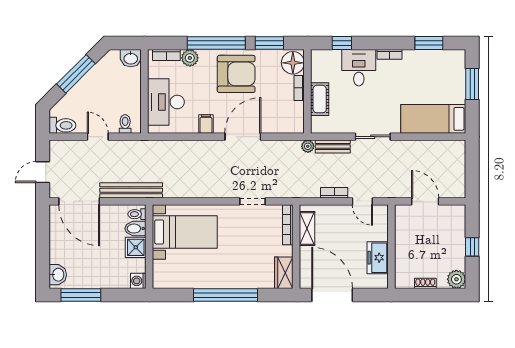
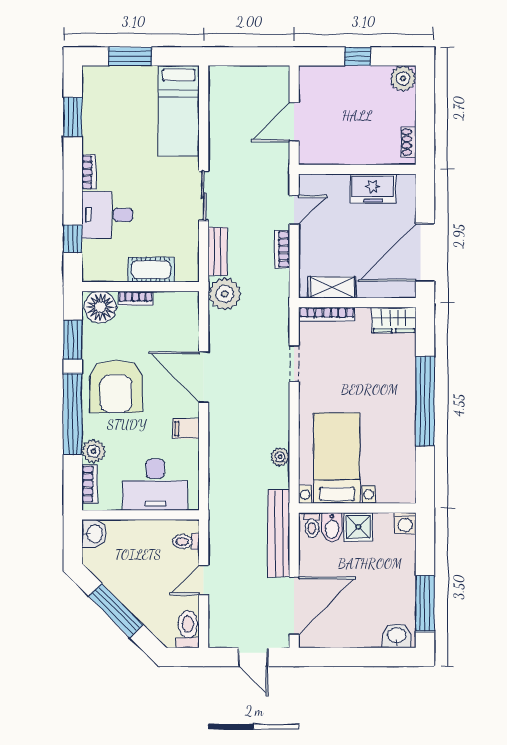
armchair: (236, 74) -> (116, 386), turned 180
plant: (308, 146) -> (225, 294), width x1.88, depth x1.88
plant: (186, 191) -> (280, 457), added
shoe rack: (425, 283) -> (409, 142), moved

